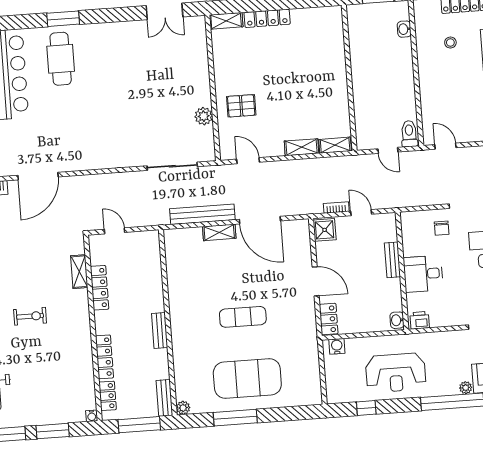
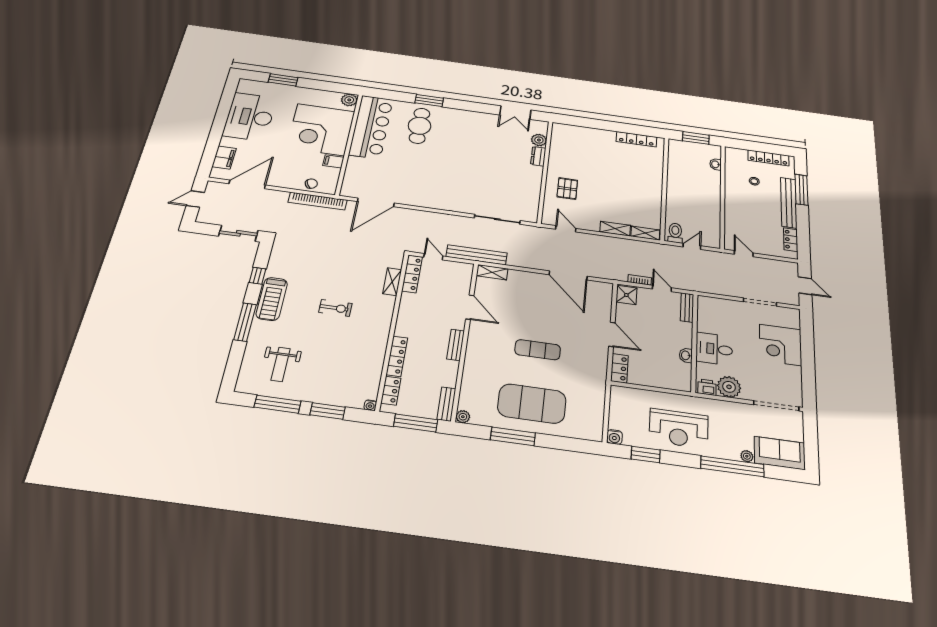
locker: (267, 18) -> (636, 139), moved
shelving: (226, 21) -> (566, 129), removed
dresser: (202, 69) -> (538, 156), added
pallet: (241, 106) -> (567, 189), turned 90
plant: (204, 116) -> (539, 140), moved
toilet: (409, 134) -> (675, 233), moved
door: (388, 150) -> (692, 246), swing flipped
bench: (202, 214) -> (477, 255), moved
chair: (442, 228) -> (735, 315), removed
shelving: (219, 232) -> (492, 272), moved
bench: (392, 260) -> (687, 308), moved
door: (165, 283) -> (470, 307), added
locker: (100, 288) -> (412, 274), moved
plant: (442, 315) -> (729, 387), added
washbasin: (397, 320) -> (686, 355), moved
water cooler: (337, 346) -> (614, 437), moved, turned 180
window: (366, 408) -> (646, 455), width x1.50

